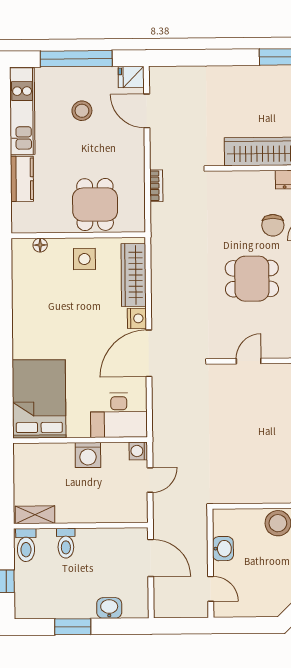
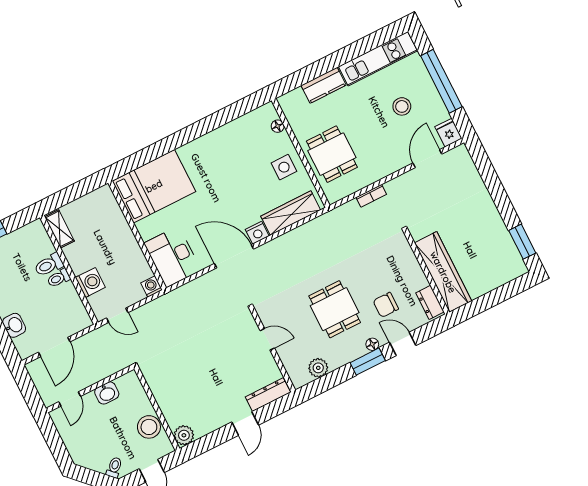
dining table: (95, 205) -> (332, 154), turned 90
washing machine: (88, 455) -> (90, 282), moved, turned 180
door: (150, 480) -> (117, 315), moved
toilet: (26, 545) -> (59, 278), moved, width x0.73, depth x0.72
door: (151, 558) -> (54, 347), moved

